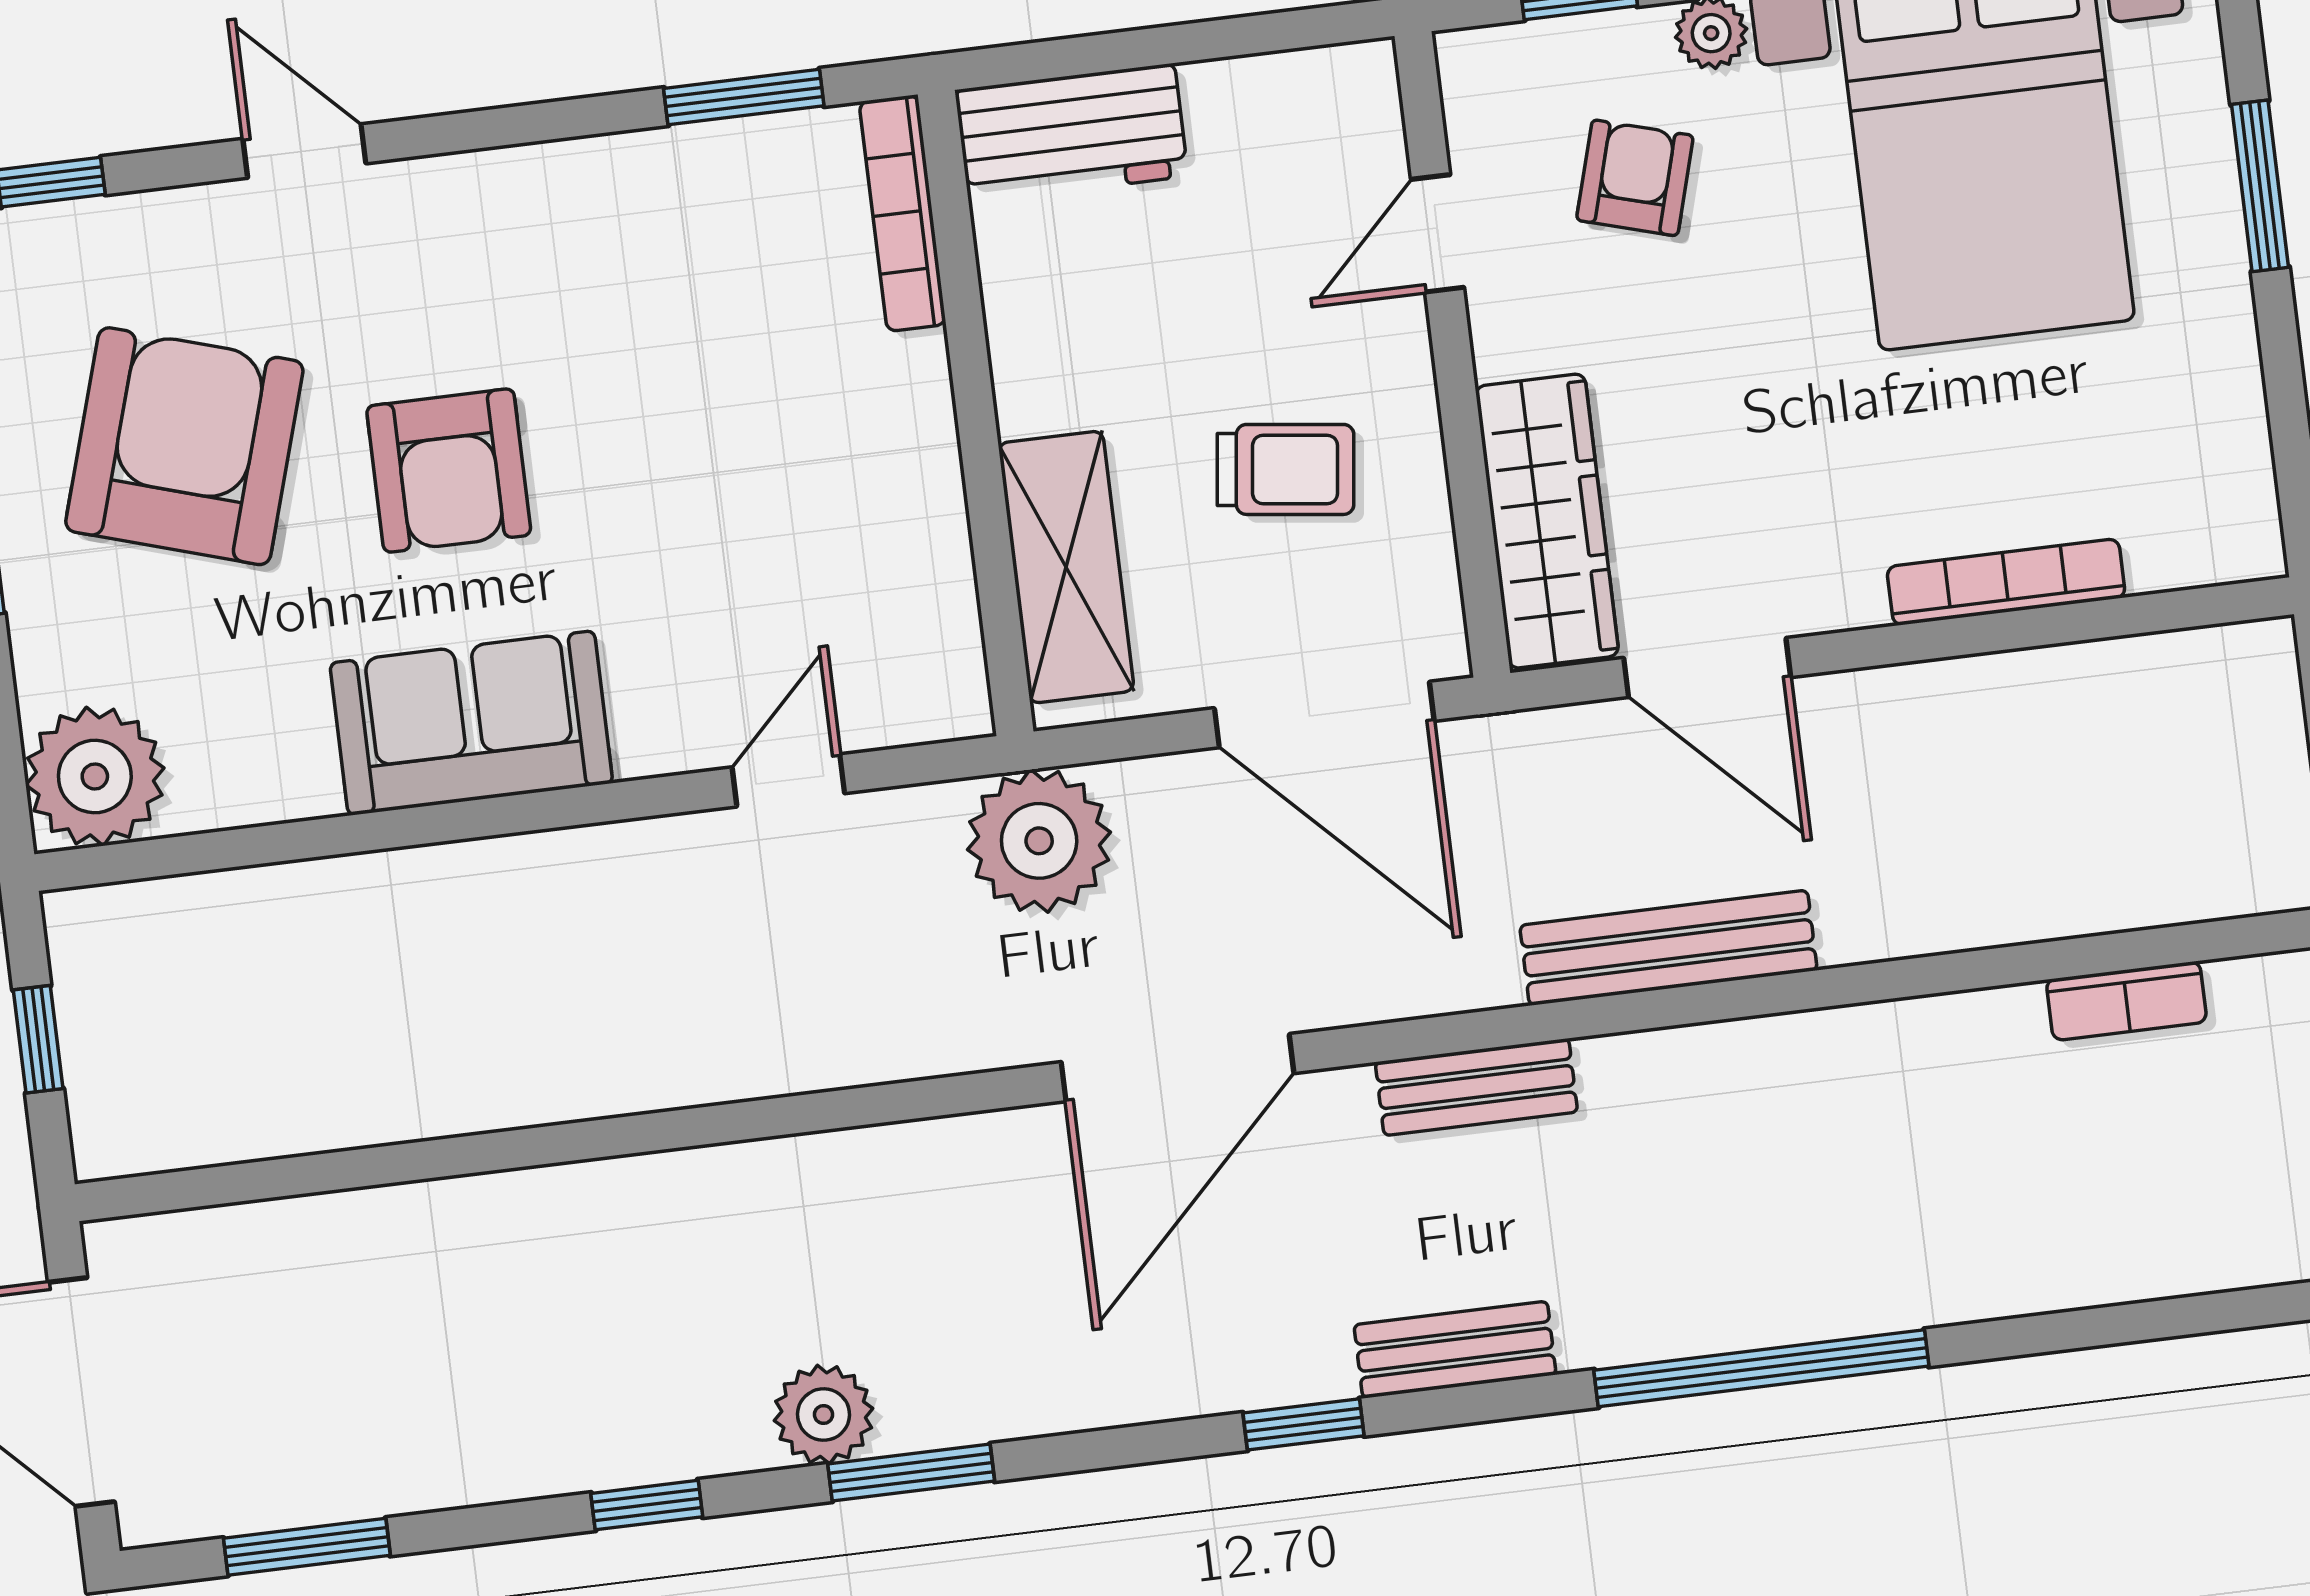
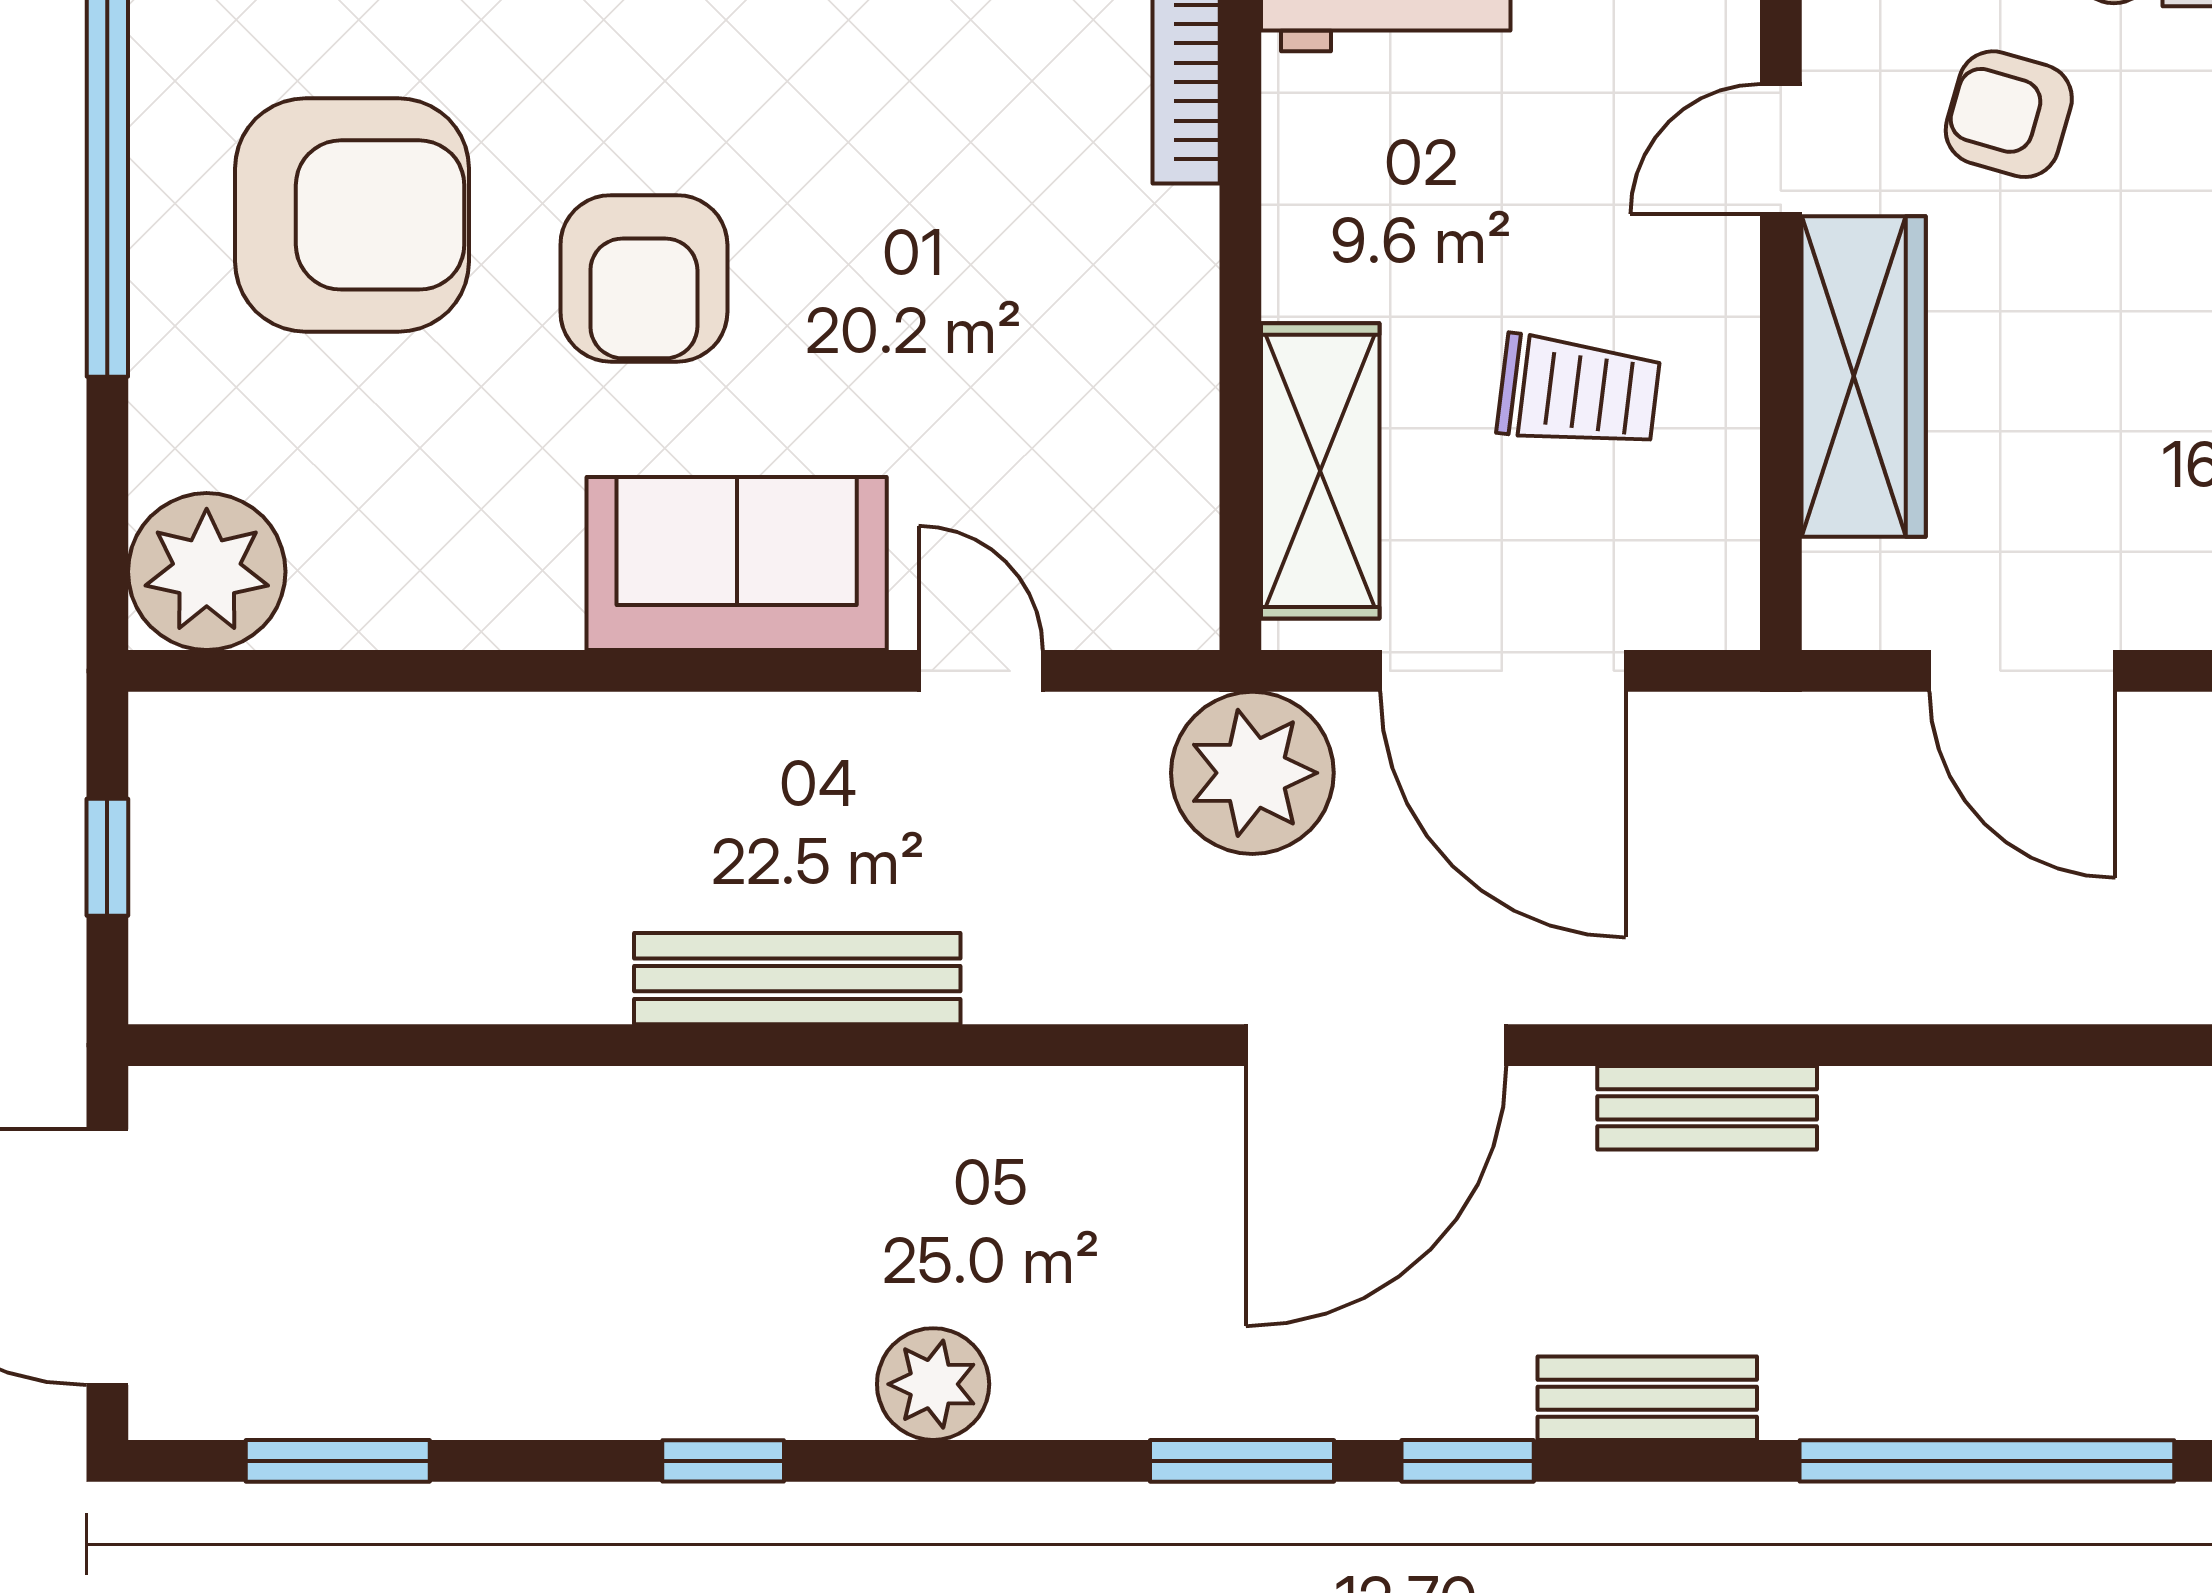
armchair: (1635, 178) -> (2009, 114), turned -90
armchair: (184, 446) -> (352, 215), turned 73
wardrobe: (1547, 521) -> (1864, 377), moved
door: (1324, 715) -> (1503, 671), moved
sofa: (471, 723) -> (737, 563), moved
door: (788, 780) -> (981, 671), hinge flipped
bench: (1668, 948) -> (797, 979), moved
window: (911, 1473) -> (1242, 1461), moved

